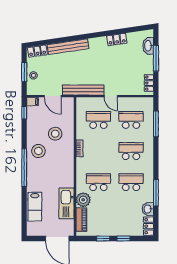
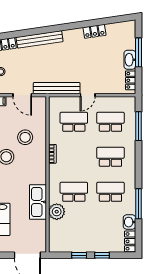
washbasin: (148, 46) -> (130, 60), moved
door: (111, 96) -> (88, 95), hinge flipped
kitchen sink: (67, 203) -> (38, 202), moved
piano: (81, 220) -> (55, 234), removed

